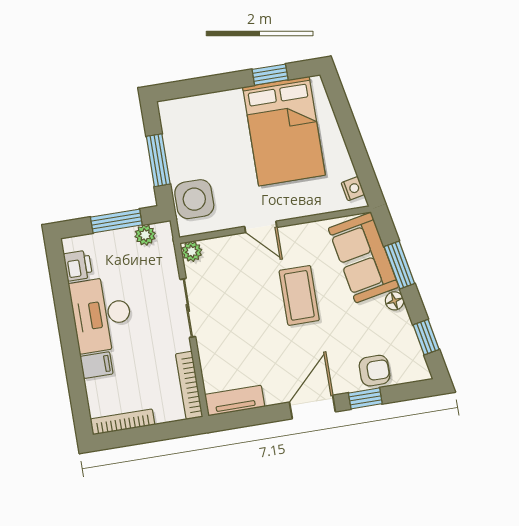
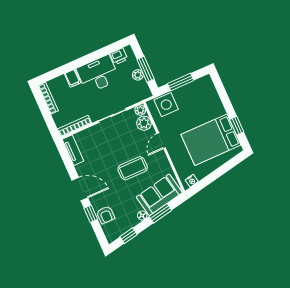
plant: (145, 235) -> (138, 75), moved
plant: (219, 251) -> (144, 123), added

